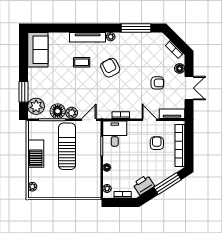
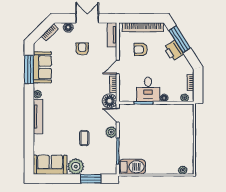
sofa: (138, 42) -> (42, 67), added
coffee table: (82, 62) -> (84, 138), moved
armchair: (110, 68) -> (67, 95), removed
plant: (36, 106) -> (76, 166), moved
floor lamp: (58, 111) -> (110, 101), moved
door: (149, 120) -> (118, 67), moved
desk: (115, 134) -> (148, 89), moved, turned -90
sun lounger: (67, 146) -> (144, 136), removed
barbecue: (36, 154) -> (132, 167), moved
printer: (144, 185) -> (174, 51), moved

